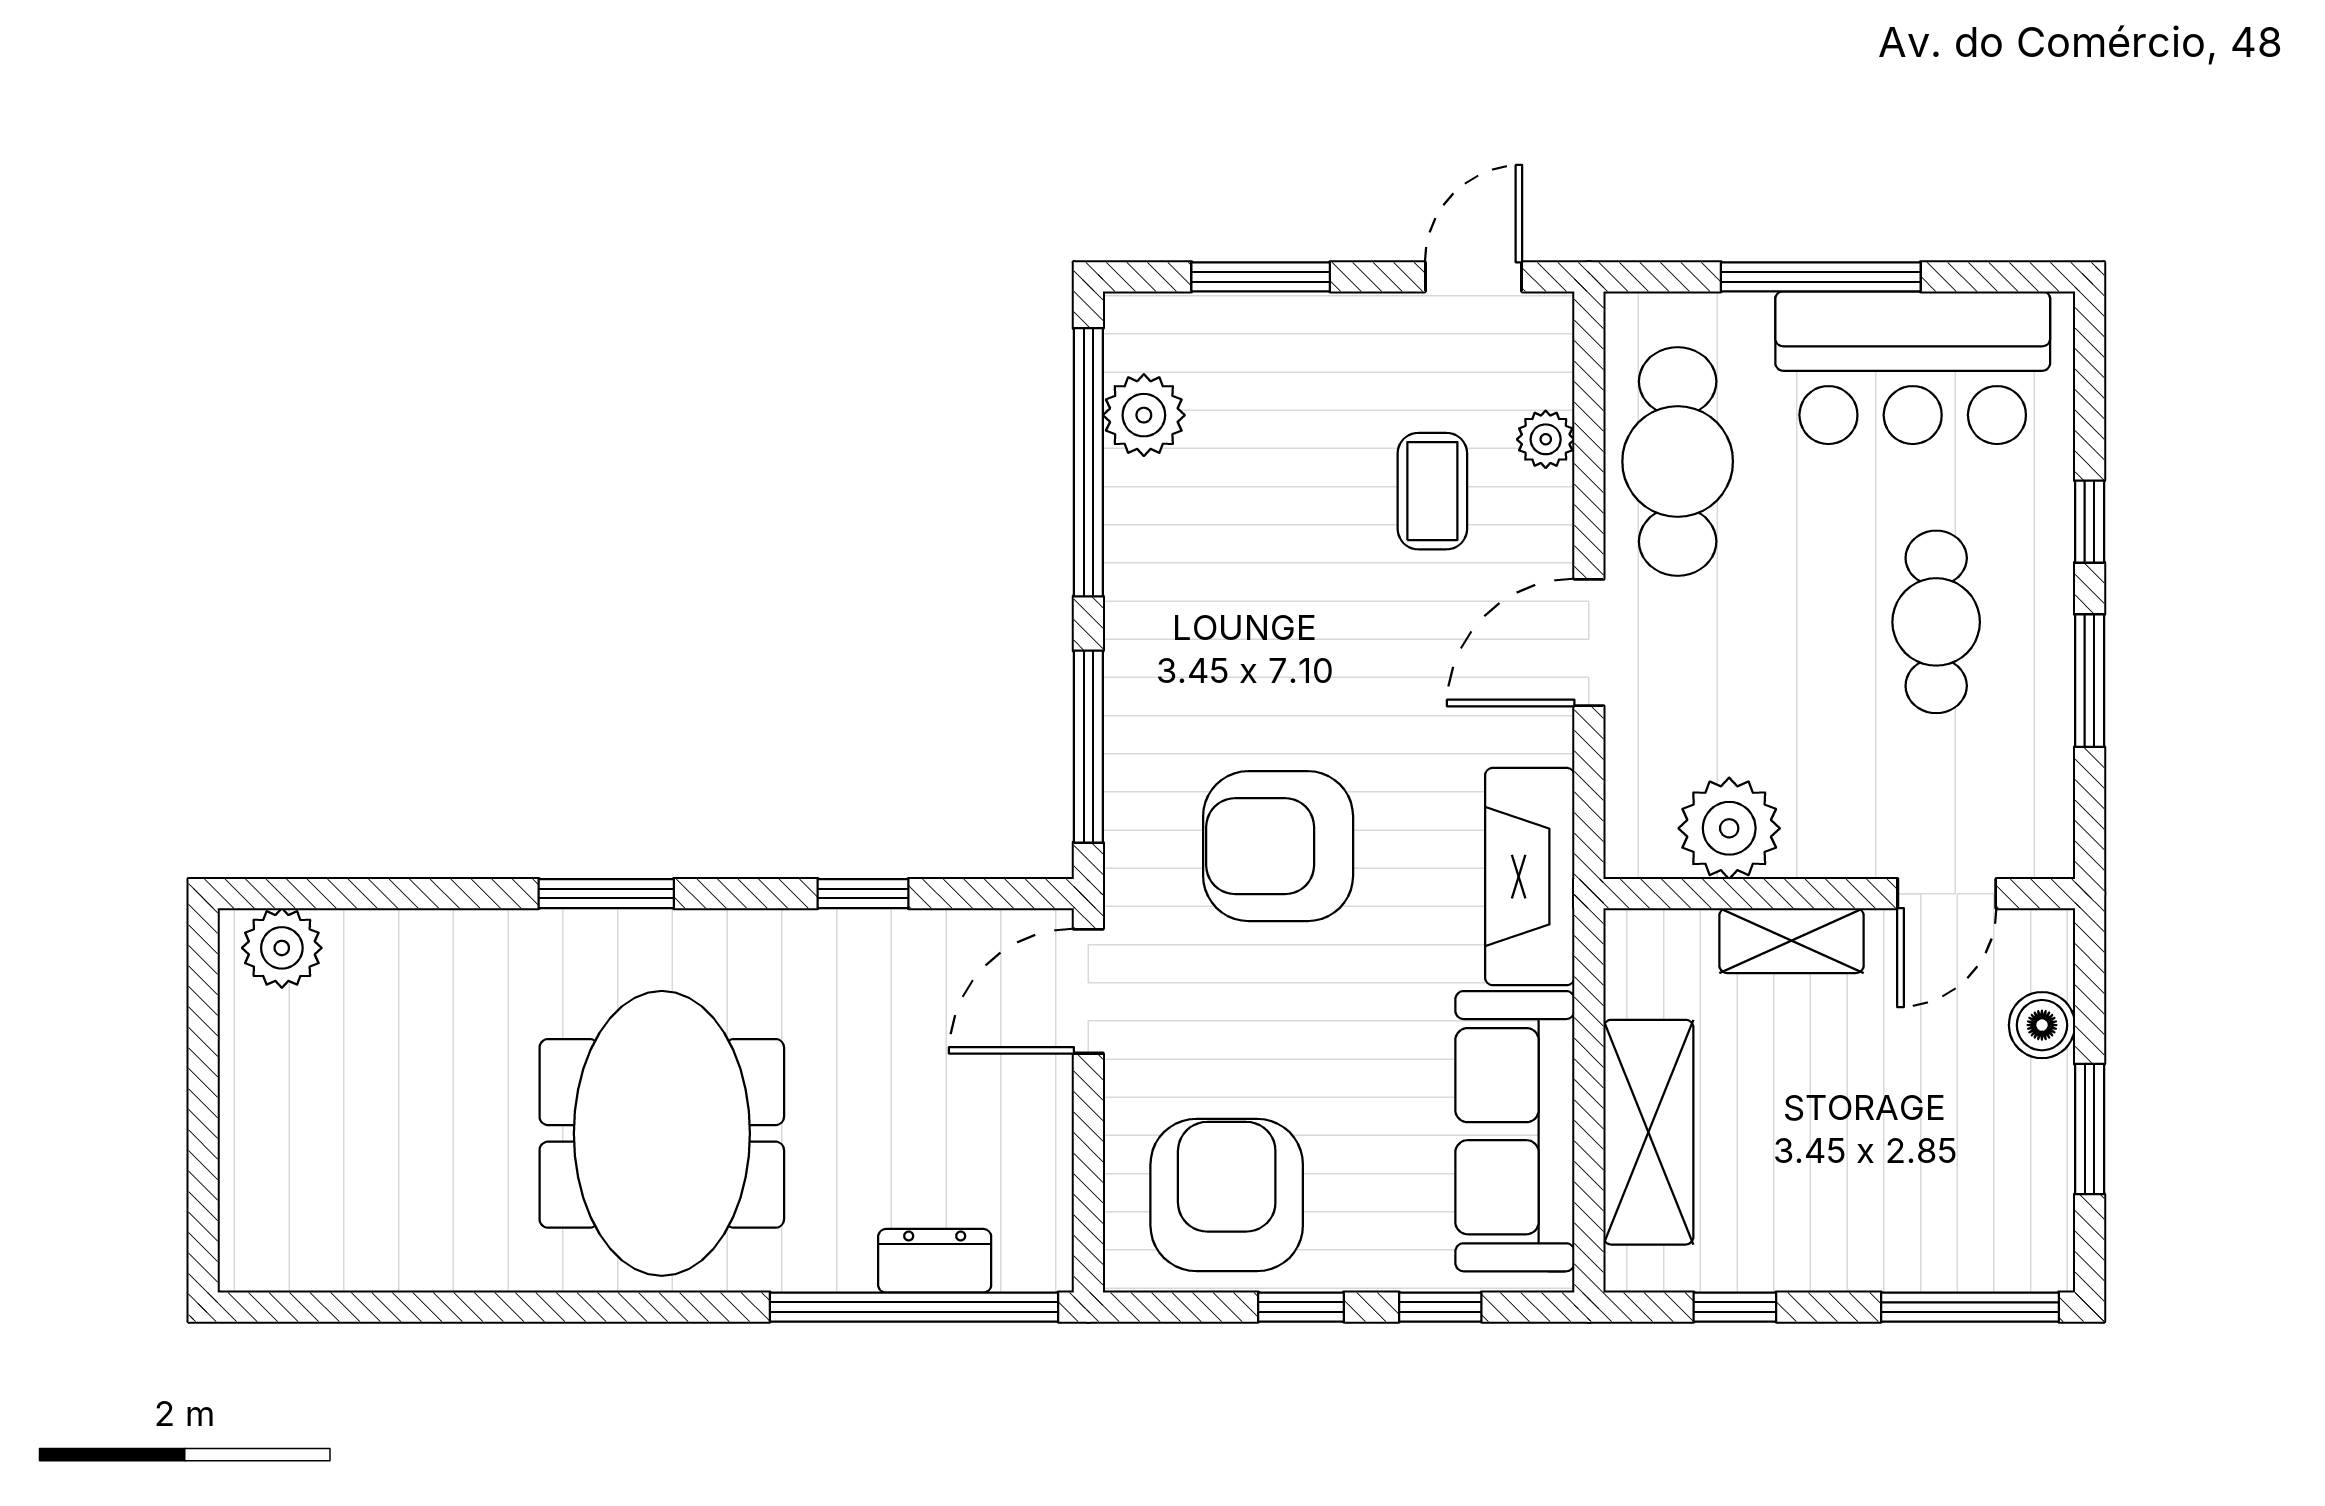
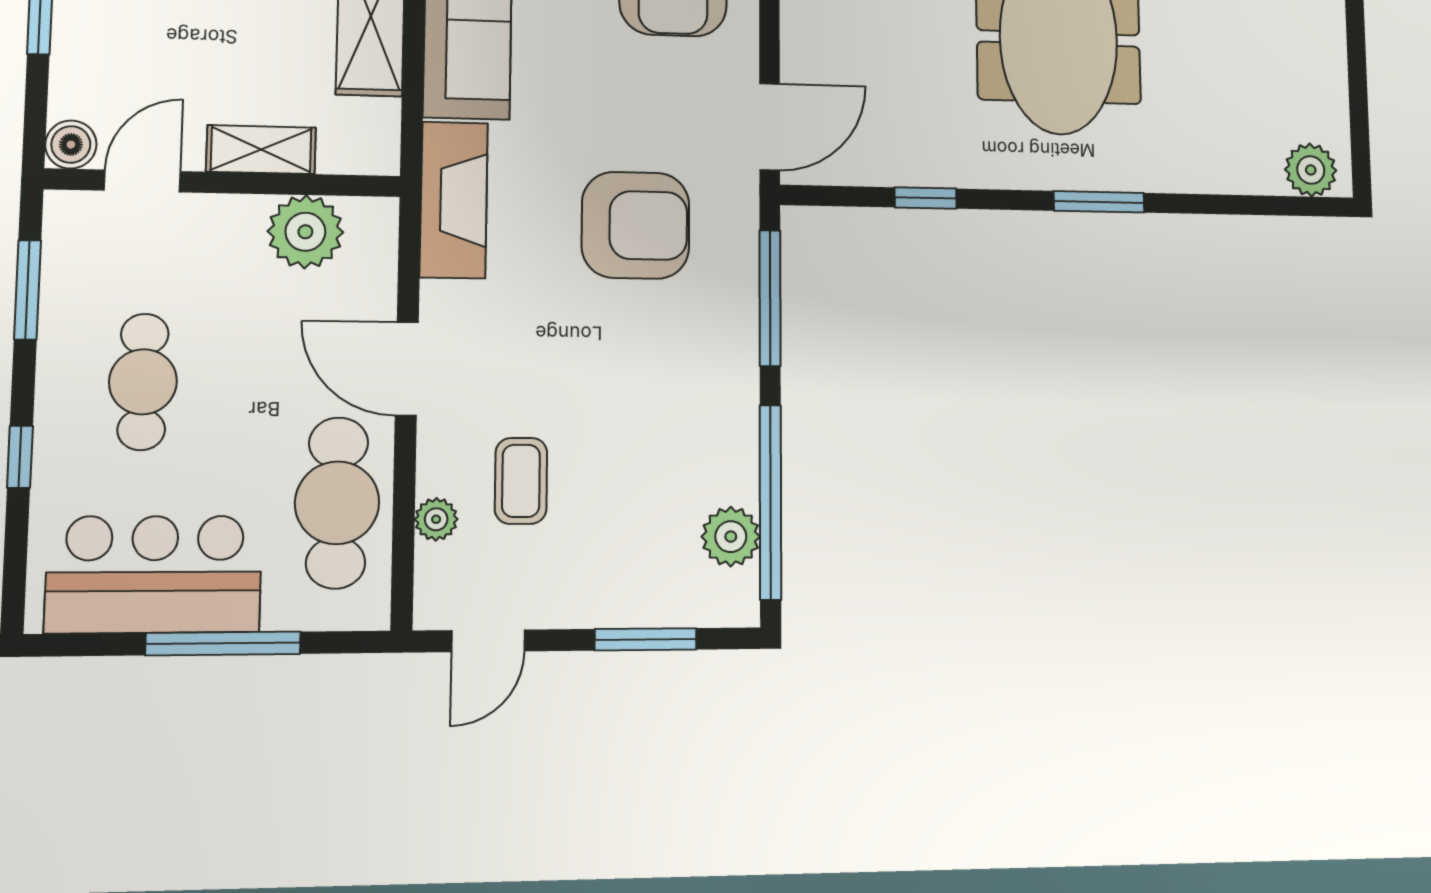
door: (1589, 642) -> (407, 369), swing flipped
window: (2090, 681) -> (28, 290), moved
boiler: (2042, 1025) -> (71, 145), moved

